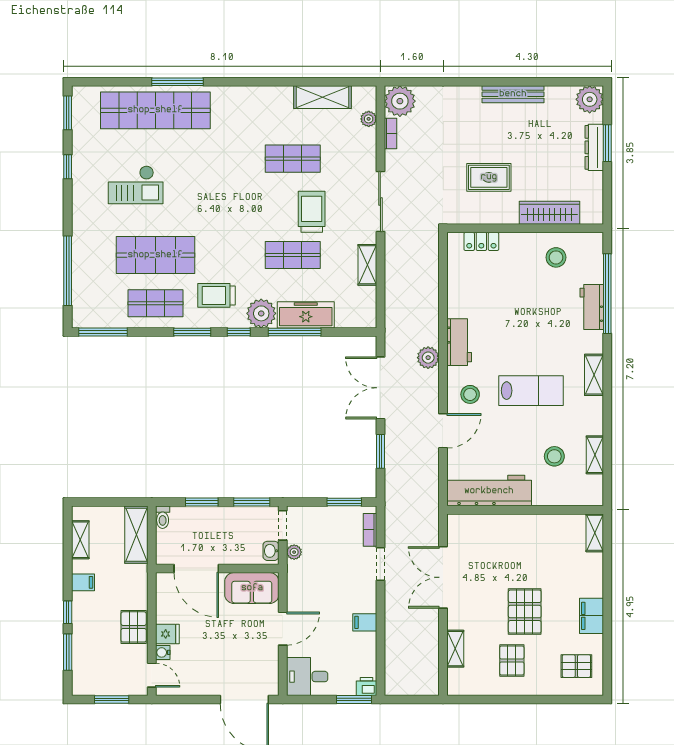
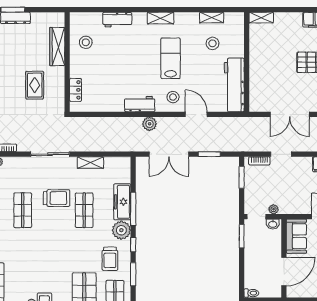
trolley: (312, 212) -> (57, 198), turned 180
window: (607, 294) -> (109, 10), removed
window: (202, 502) -> (242, 268), removed

